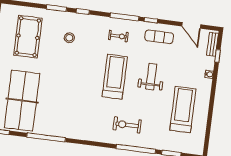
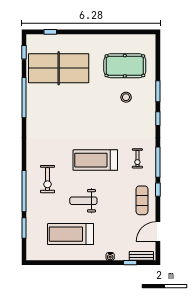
stool: (69, 38) -> (126, 97), moved
treadmill: (115, 77) -> (95, 160), turned 180
weight bench: (151, 77) -> (83, 201), moved, turned 180
treadmill: (183, 110) -> (71, 234), turned 180
exercise bike: (127, 125) -> (48, 179), turned 180

